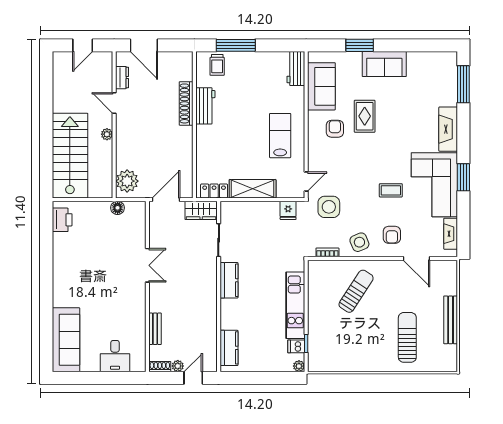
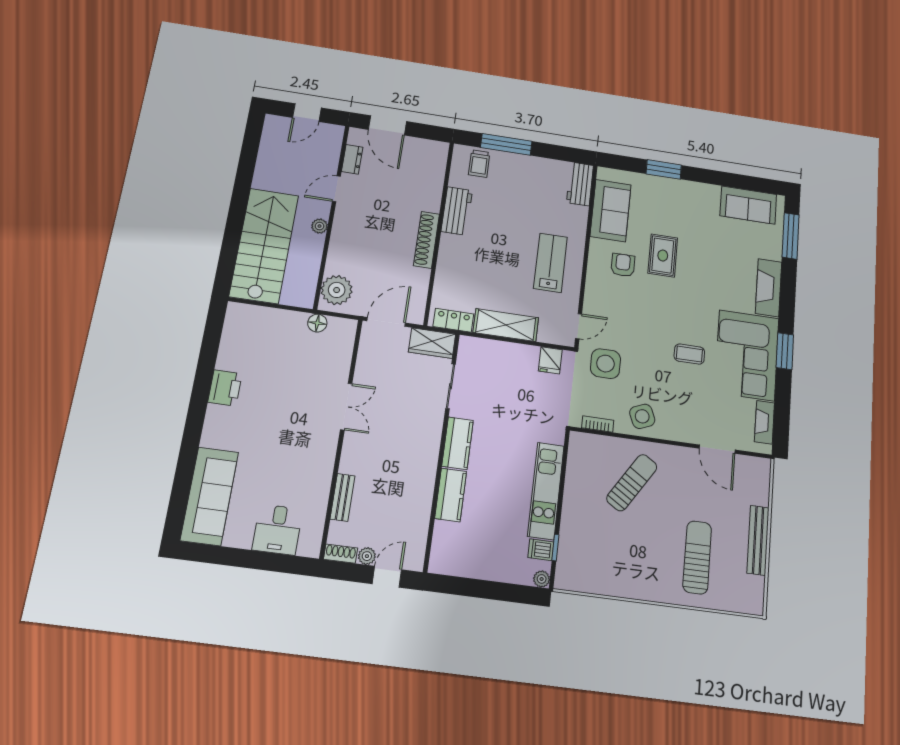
sofa: (384, 64) -> (748, 205), moved
door: (114, 103) -> (336, 189), hinge flipped
shoe rack: (186, 103) -> (426, 240), moved
printer: (62, 220) -> (225, 388), moved
armchair: (392, 235) -> (686, 413), removed
kitchen counter: (229, 348) -> (451, 495), moved

